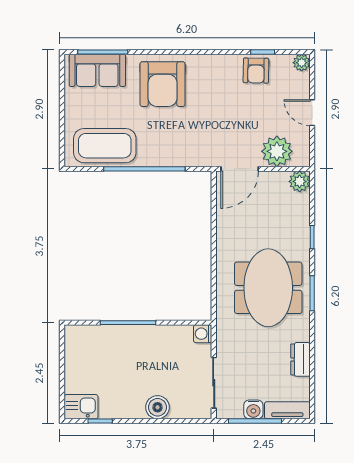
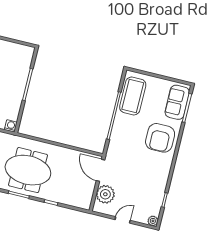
armchair: (256, 71) -> (155, 194), removed
armchair: (163, 84) -> (160, 138), turned -90
plant: (300, 181) -> (85, 203), removed

